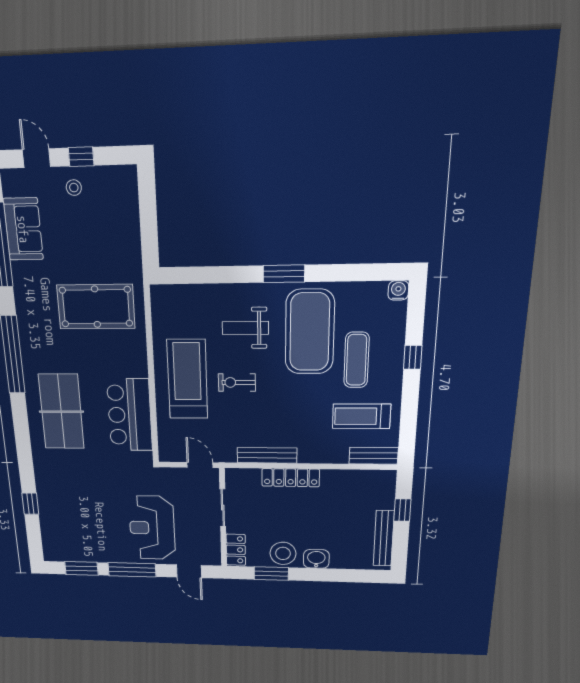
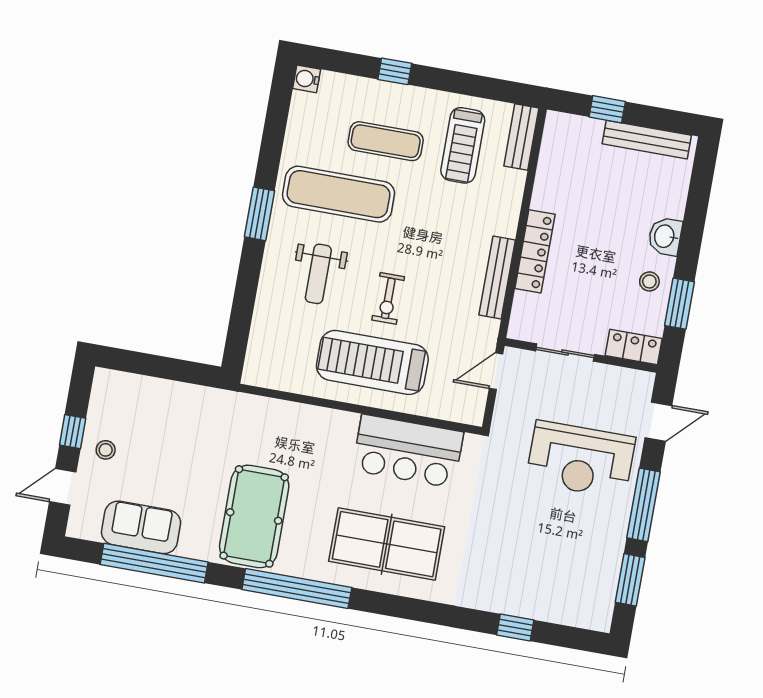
pool table: (96, 307) -> (254, 516), moved
exercise mat: (310, 332) -> (339, 194), width x0.68
stool: (283, 553) -> (649, 281), width x0.53, depth x0.53

